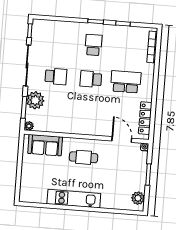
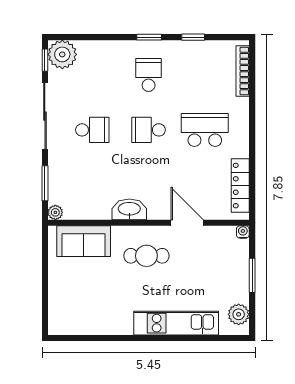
plant: (35, 100) -> (62, 54), moved
washbasin: (75, 128) -> (129, 209), added
door: (122, 140) -> (187, 223), moved
kitchen unit: (74, 199) -> (176, 323), moved

